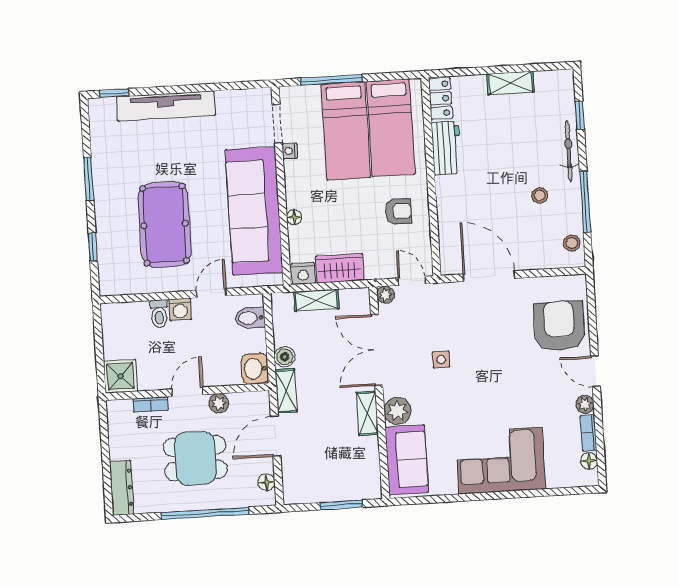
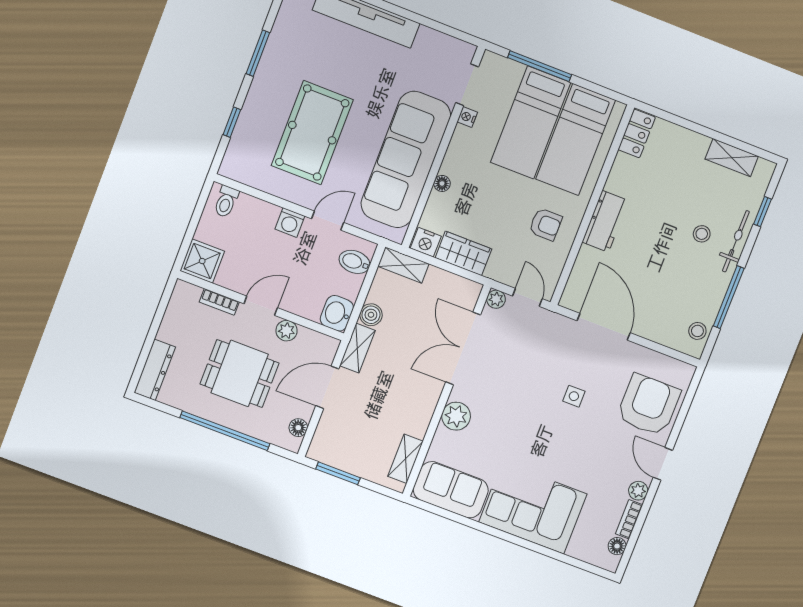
shelving: (510, 83) -> (732, 158), moved
workbench: (446, 148) -> (605, 221), moved
stool: (540, 195) -> (702, 234), moved
shelving: (316, 300) -> (403, 265), moved
toilet: (159, 314) -> (226, 202), moved
side table: (441, 360) -> (574, 396), moved
shelving: (367, 413) -> (406, 459), moved
sofa: (407, 460) -> (451, 490), moved, turned -90
window: (341, 505) -> (338, 473), moved

